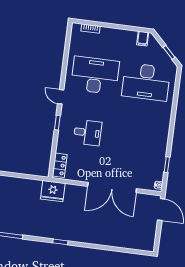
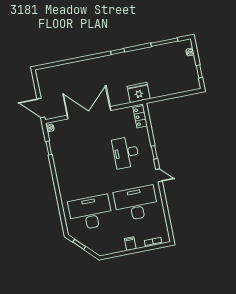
filing cabinet: (143, 39) -> (130, 244), moved
desk: (95, 75) -> (136, 203), turned 180
desk: (88, 133) -> (126, 153), width x1.37

